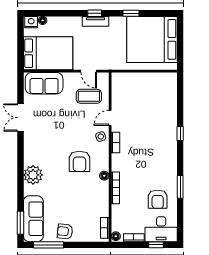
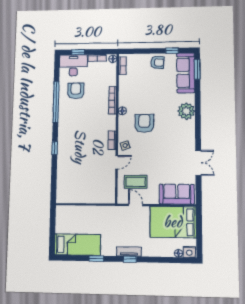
bed: (152, 39) -> (77, 245), width x0.49
window: (180, 187) -> (56, 102), width x2.11
window: (48, 245) -> (172, 51), width x0.46

